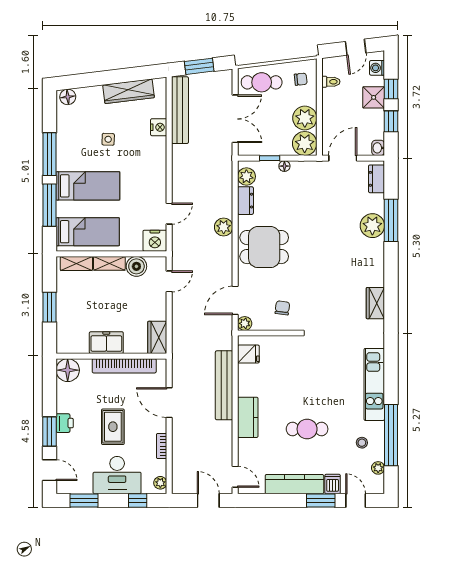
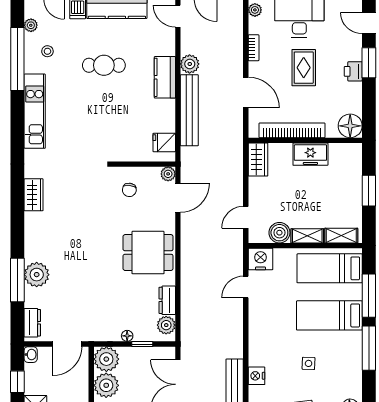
plant: (224, 227) -> (190, 64), moved

